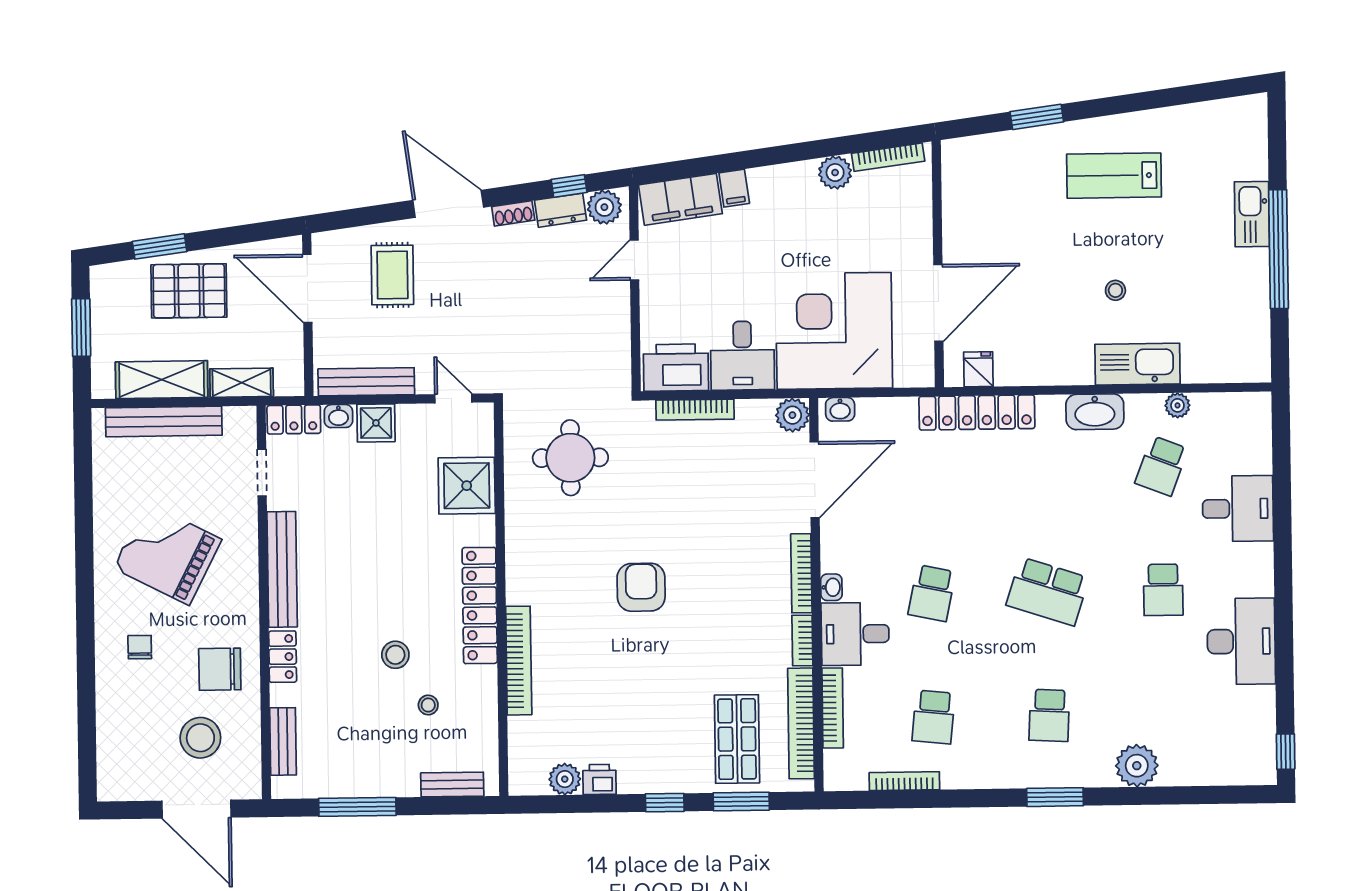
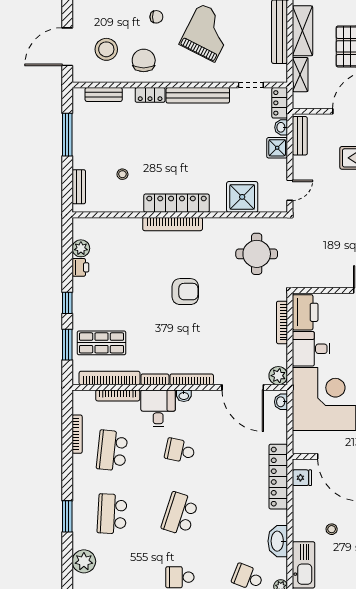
stool: (1115, 290) -> (332, 529), moved
bench: (366, 382) -> (300, 136), width x0.73
stool: (395, 655) -> (150, 157), removed
bookcase: (519, 661) -> (173, 224), moved
school desk: (1049, 715) -> (112, 514), width x1.85
school desk: (934, 717) -> (112, 451), width x1.85

